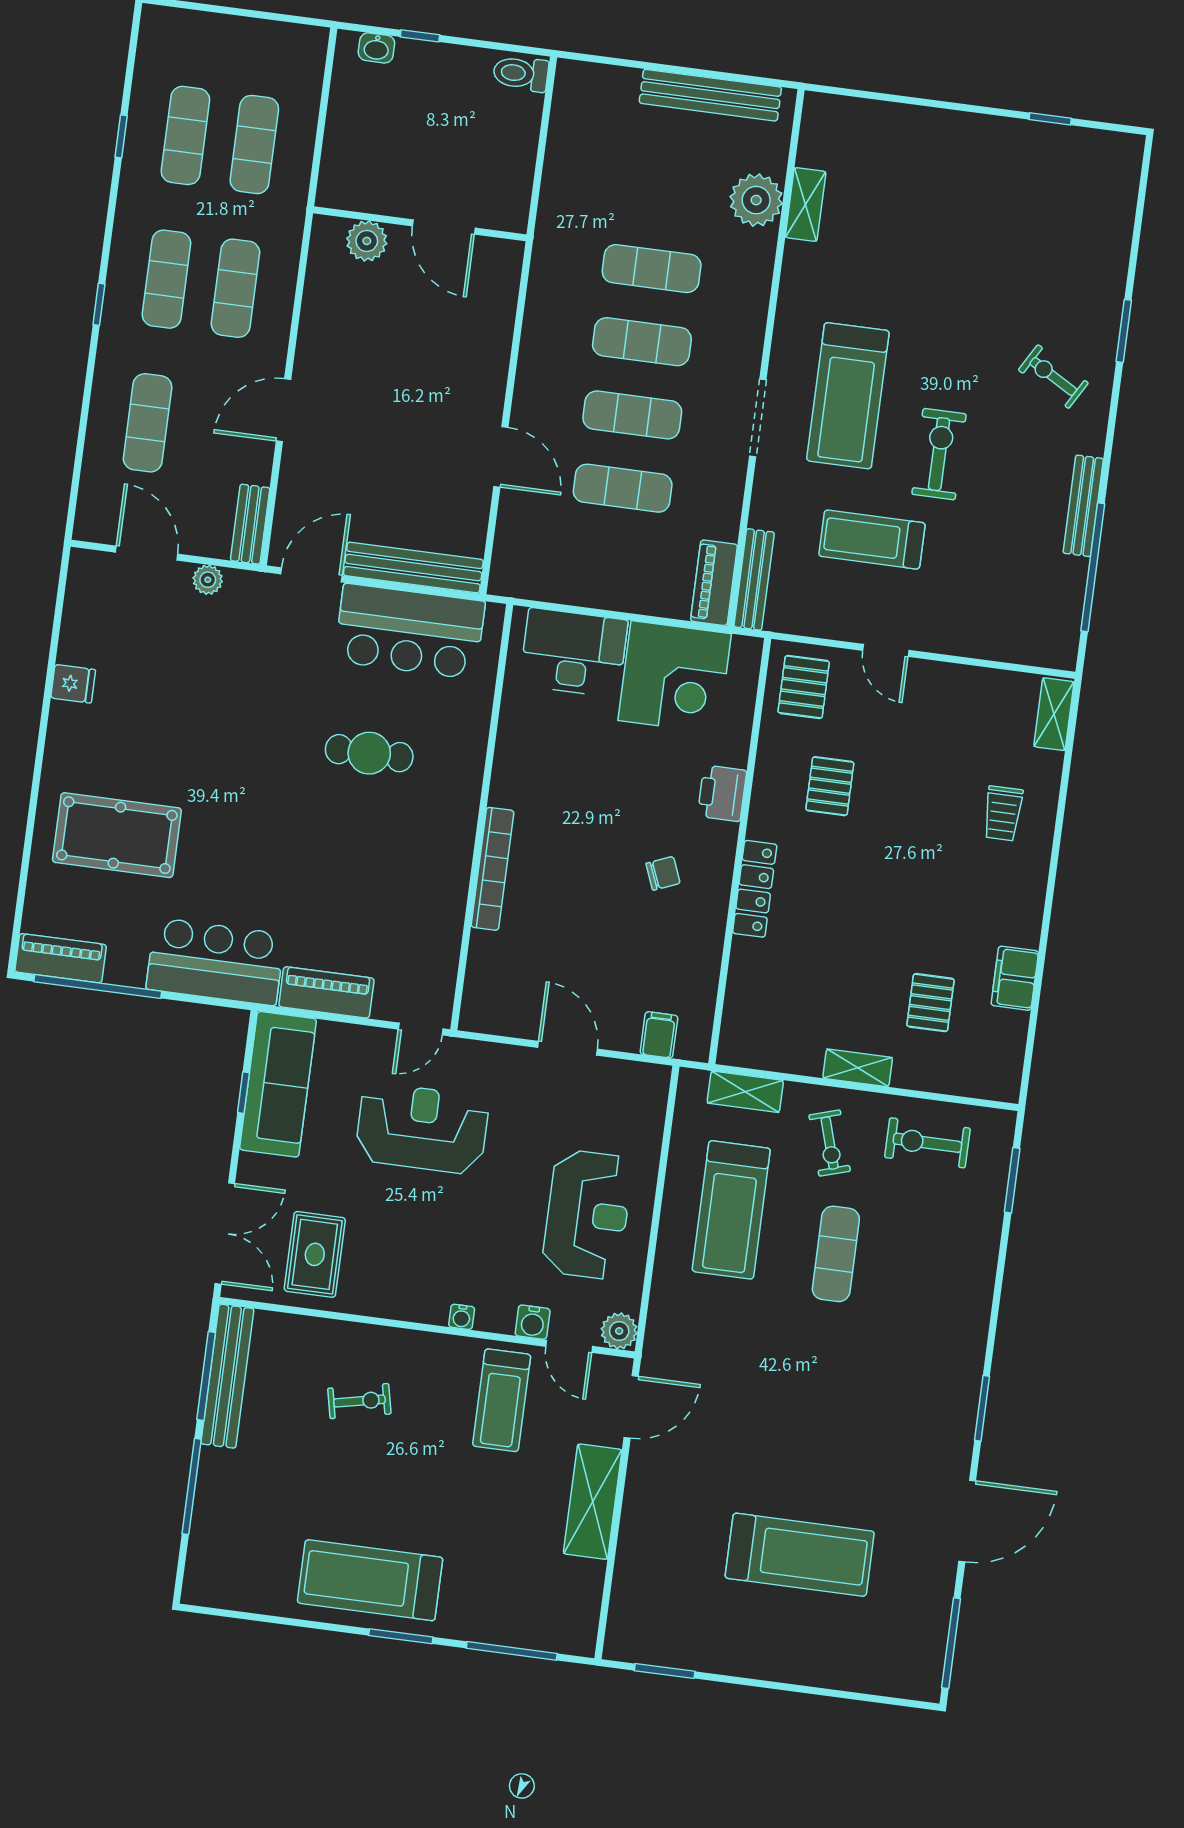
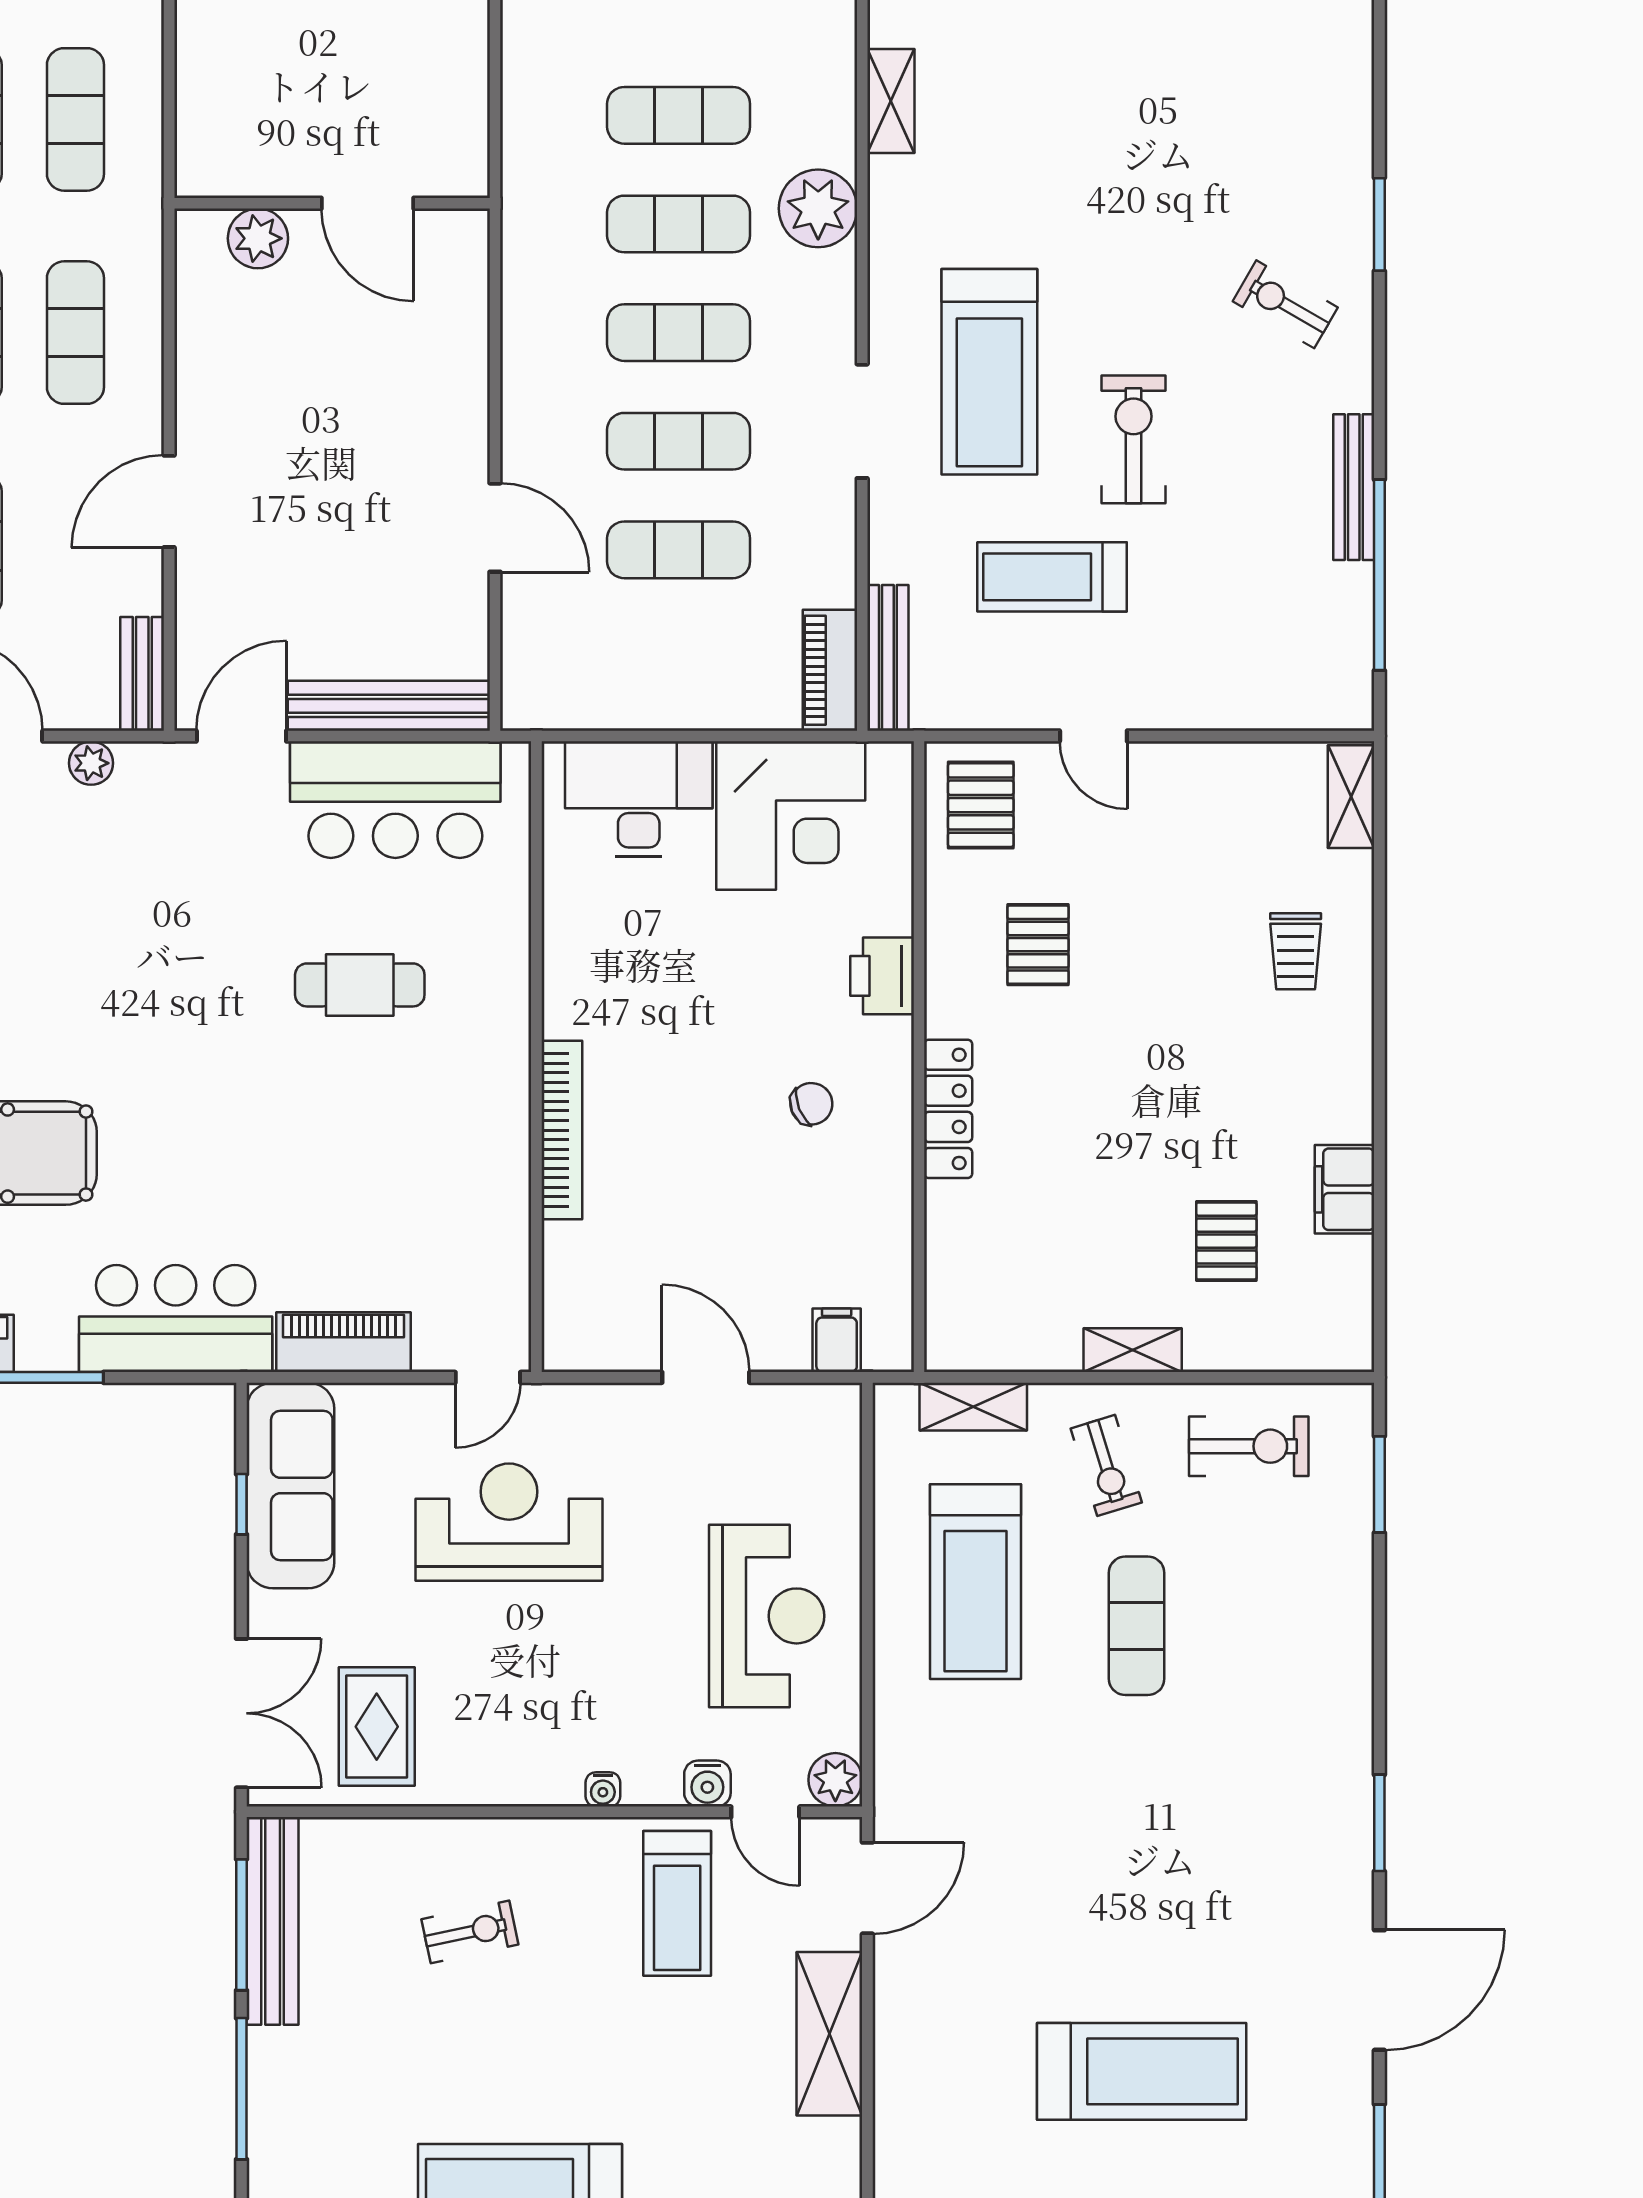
exercise mat: (661, 195) -> (679, 115), added
plant: (756, 200) -> (818, 208), moved
exercise bike: (927, 1143) -> (1249, 1446), turned 180

